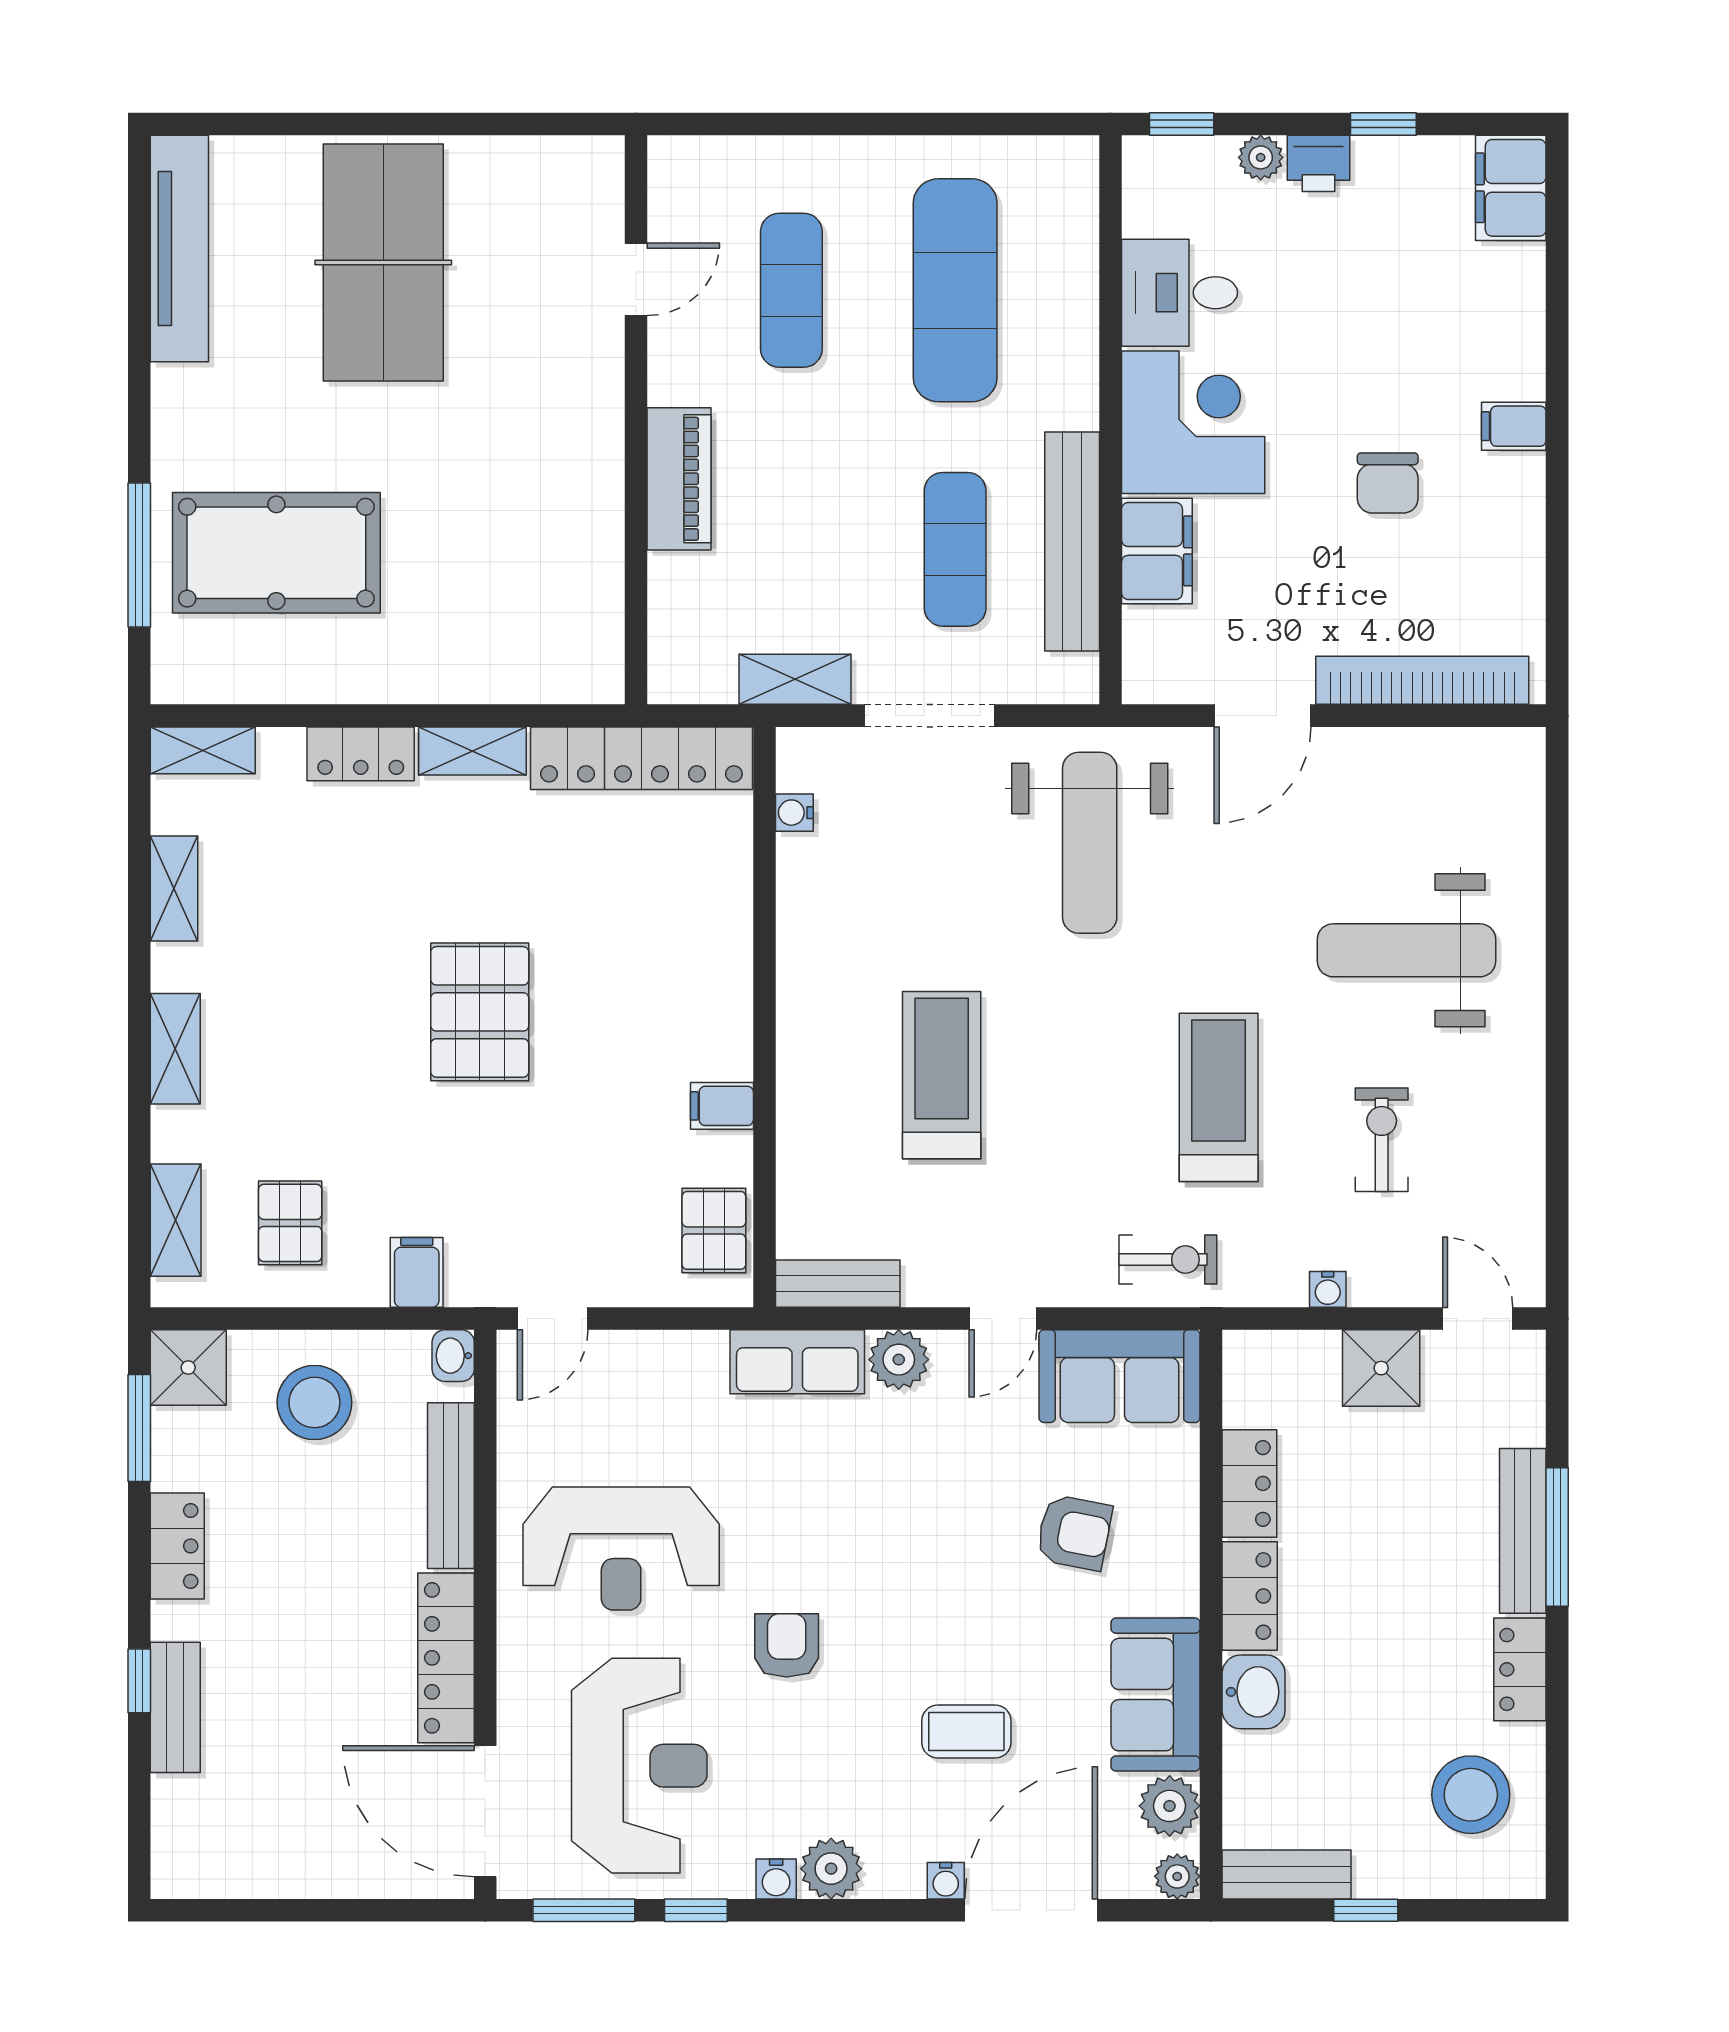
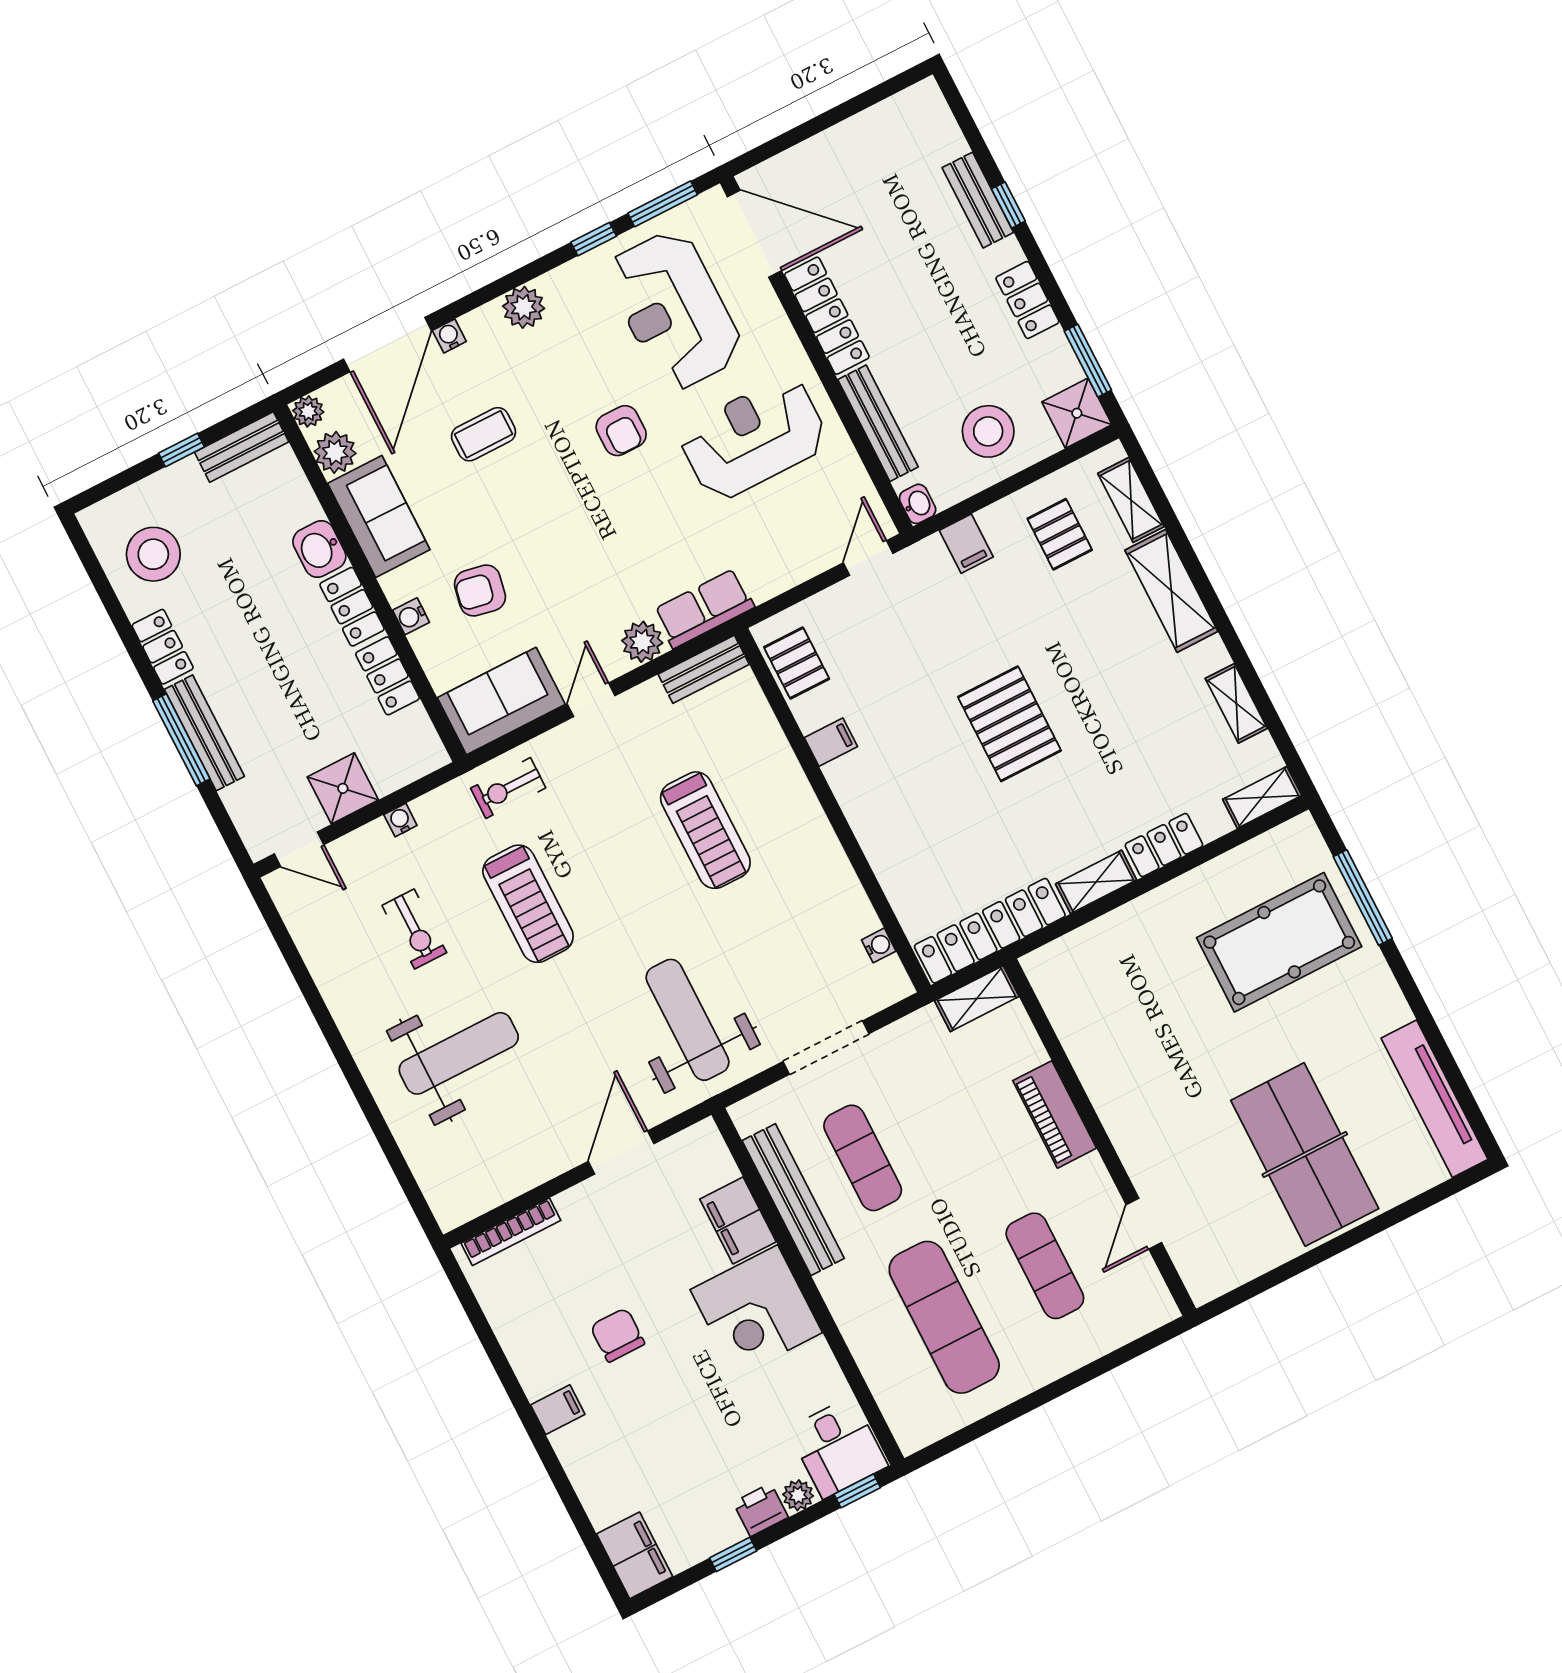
desk: (1180, 293) -> (838, 1447), moved, turned 90
shelving: (795, 679) -> (977, 999), moved
bookcase: (1422, 680) -> (511, 1232), width x0.68, depth x0.76
shelving: (175, 1049) -> (1171, 591), width x1.50, depth x1.33
water cooler: (776, 1879) -> (411, 616), moved, turned -90

